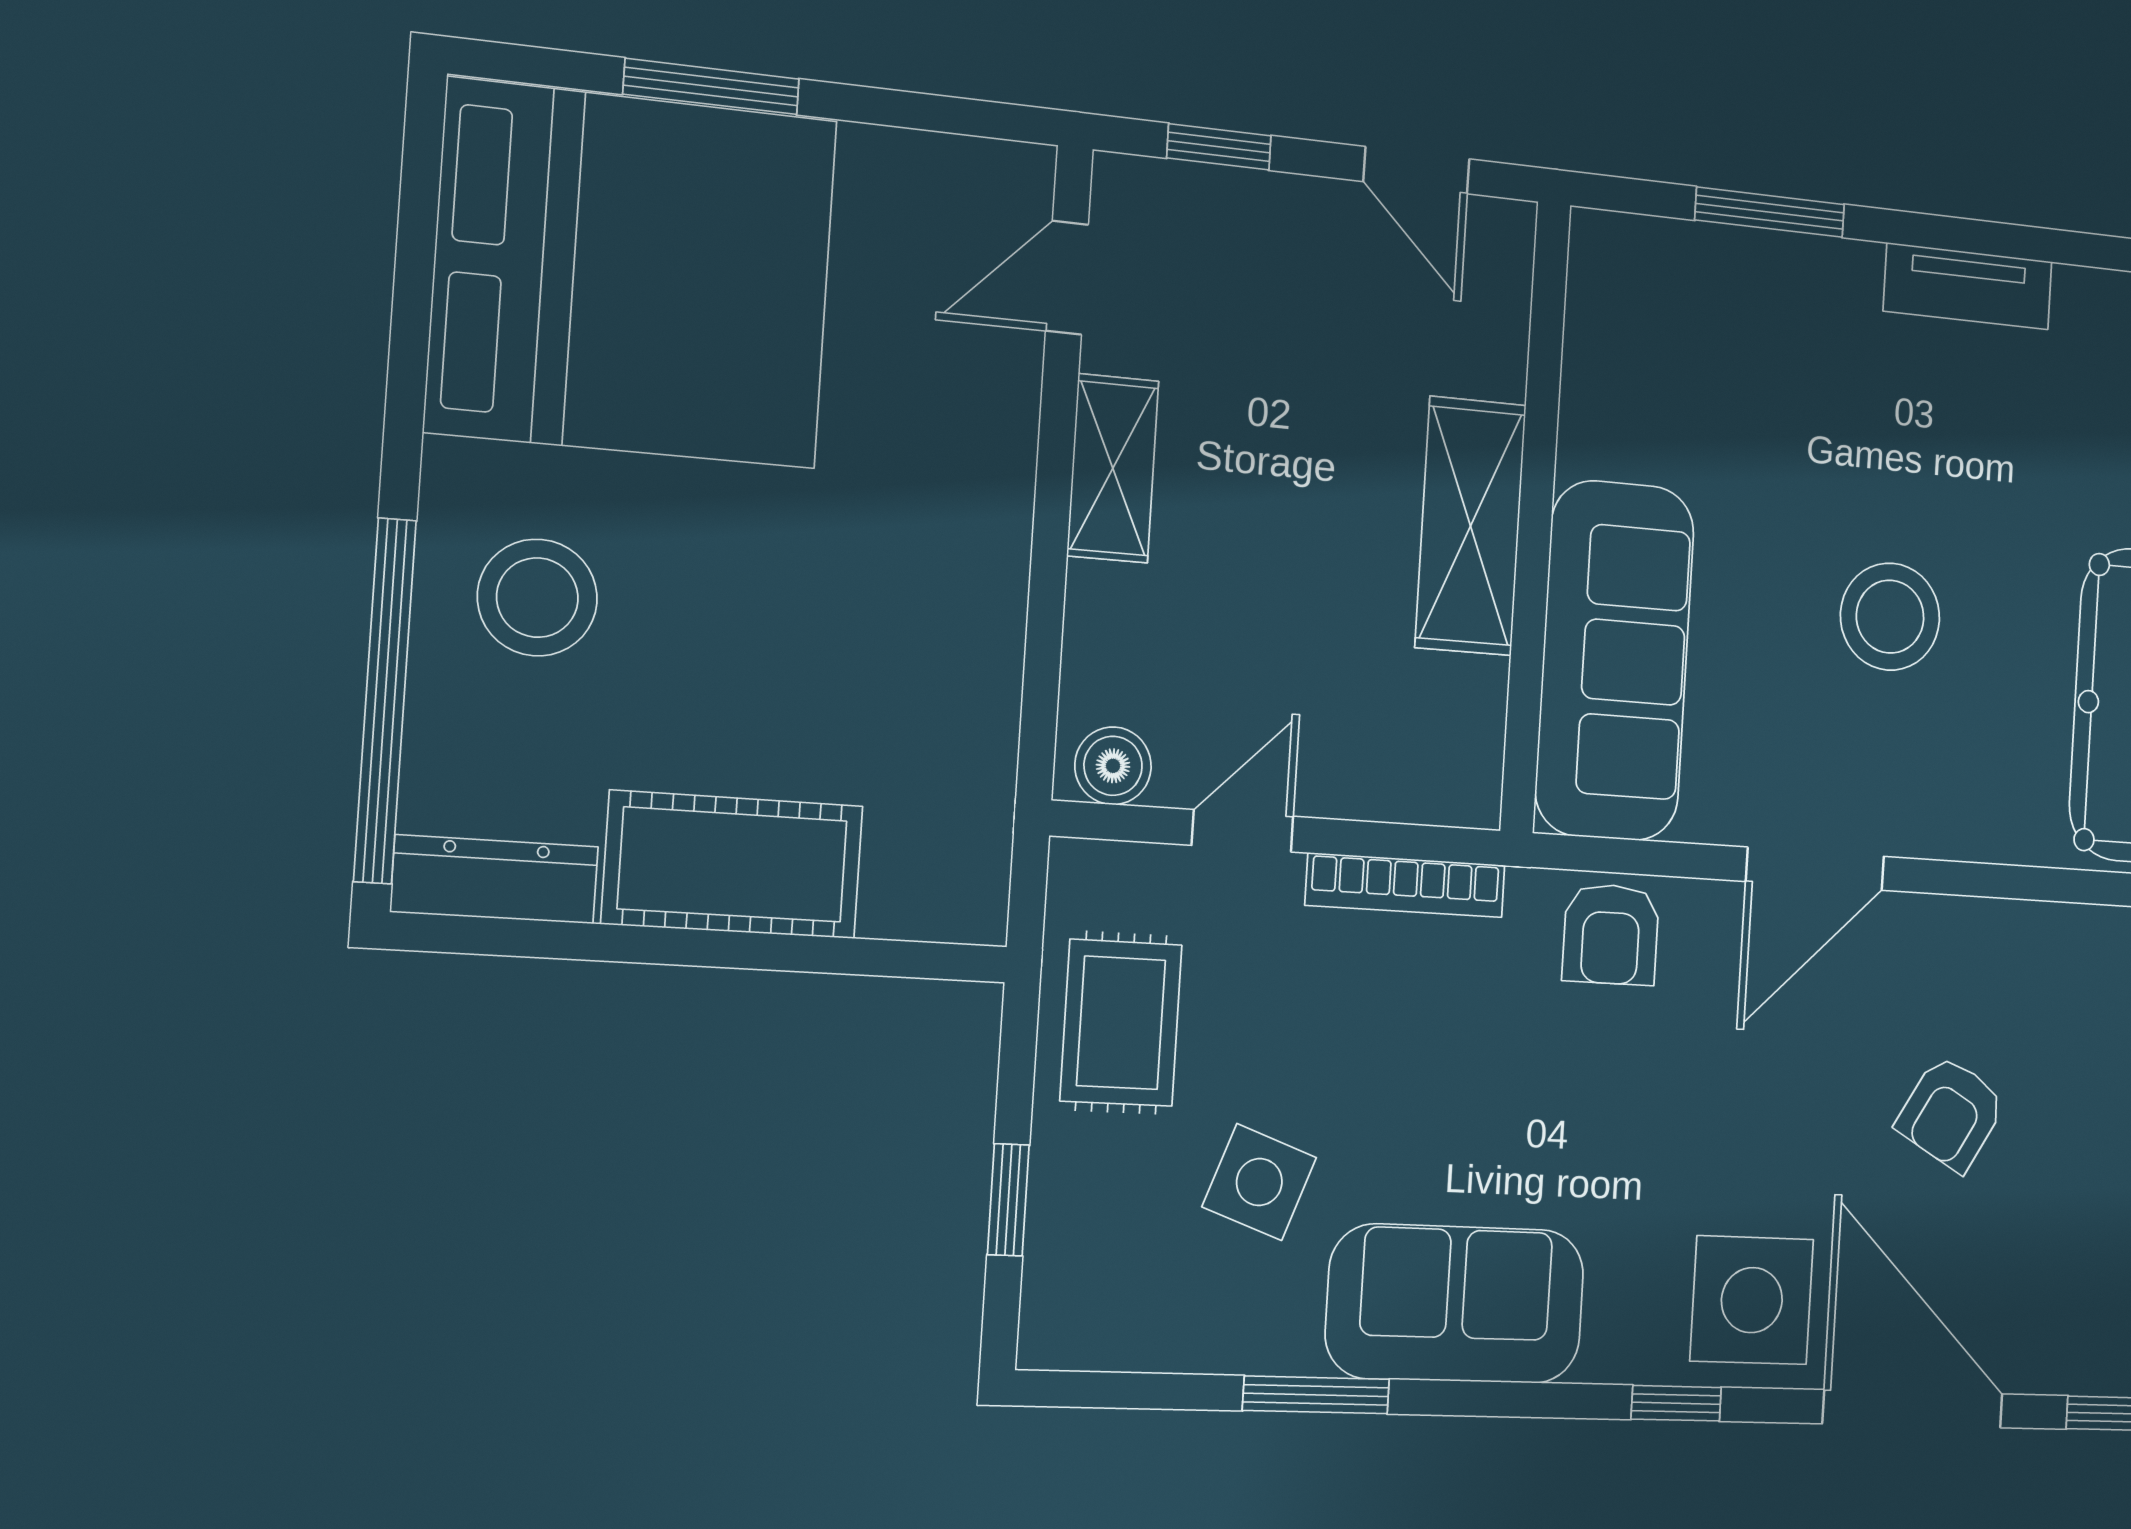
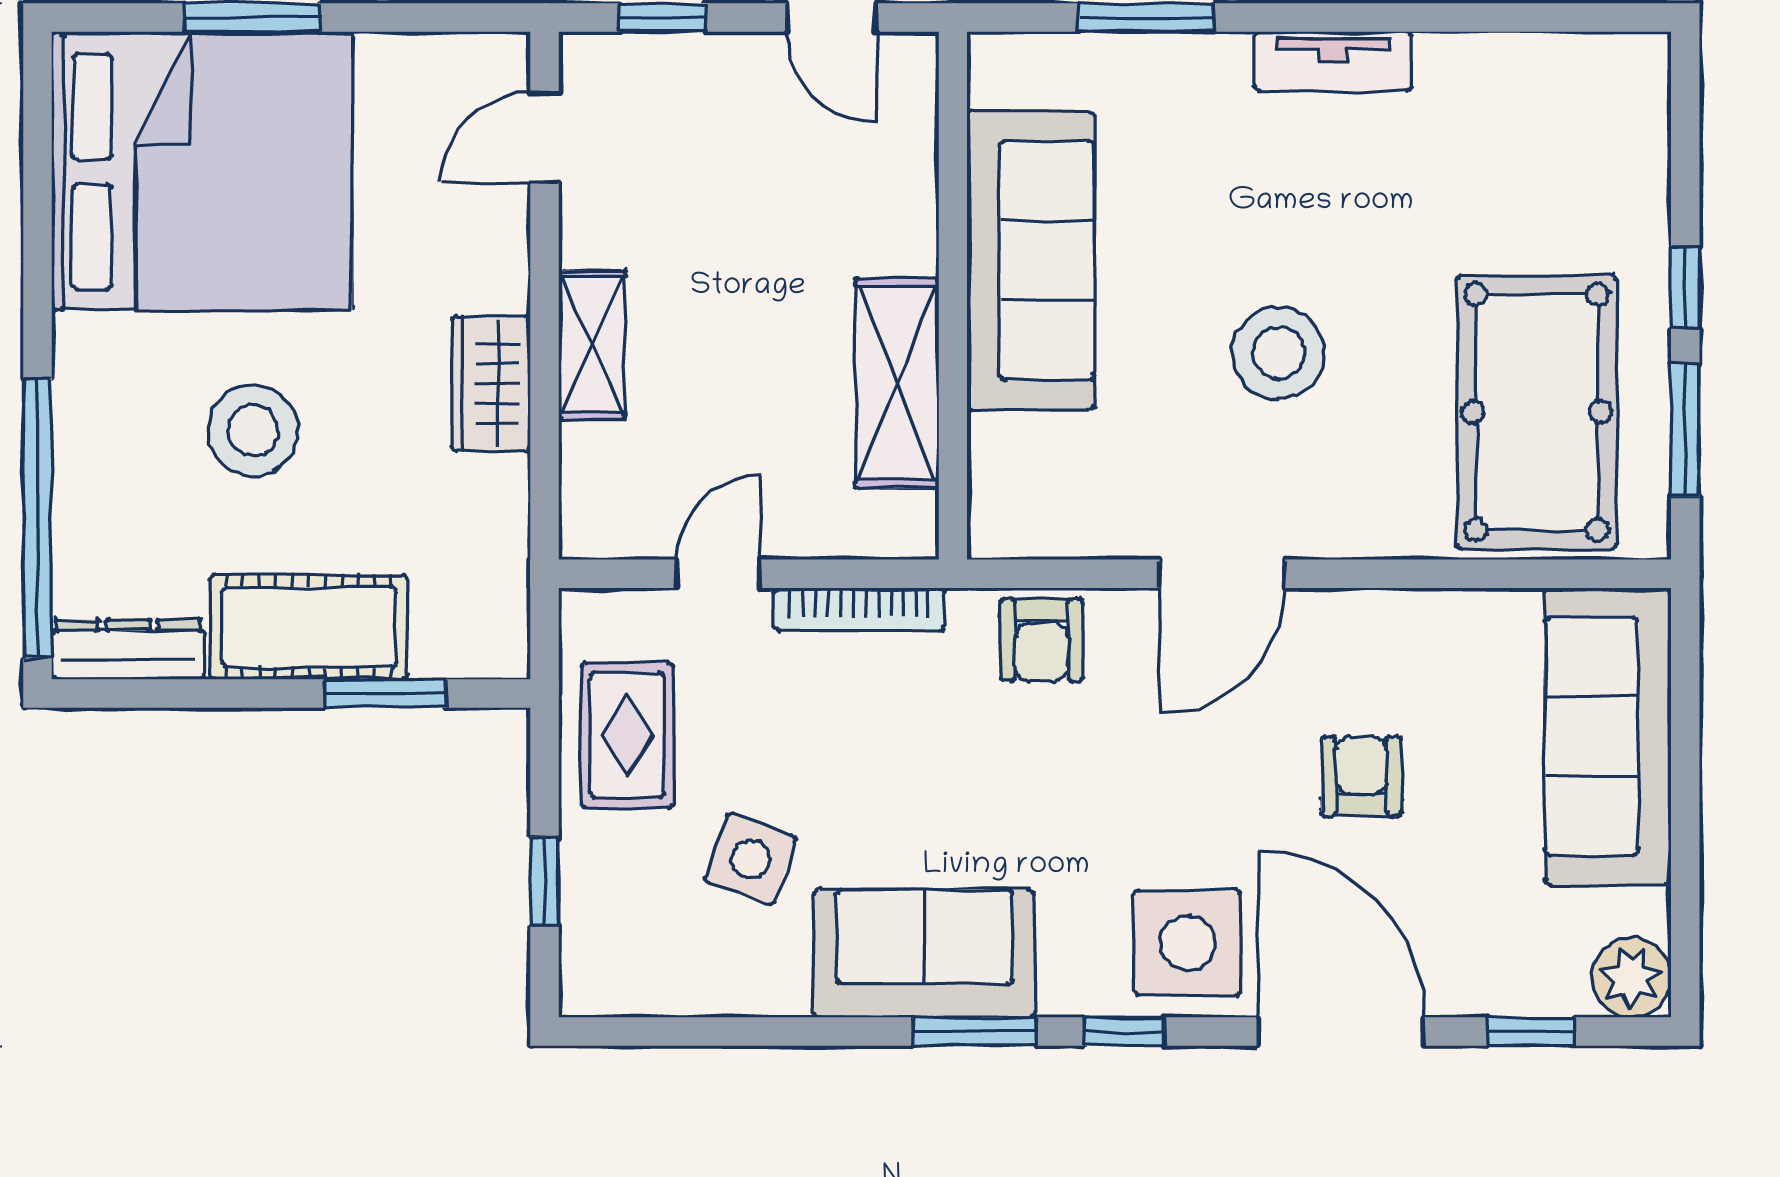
shelving: (1113, 468) -> (592, 345), moved
shelving: (1471, 526) -> (897, 383), moved
wardrobe: (982, 575) -> (491, 383), added
stool: (537, 598) -> (253, 430), moved
sofa: (1615, 661) -> (1031, 260), moved
boiler: (1113, 766) -> (607, 528), removed
window: (824, 955) -> (385, 693), added
armchair: (1951, 1113) -> (1361, 776), turned 150
window: (1316, 1395) -> (974, 1031), moved

